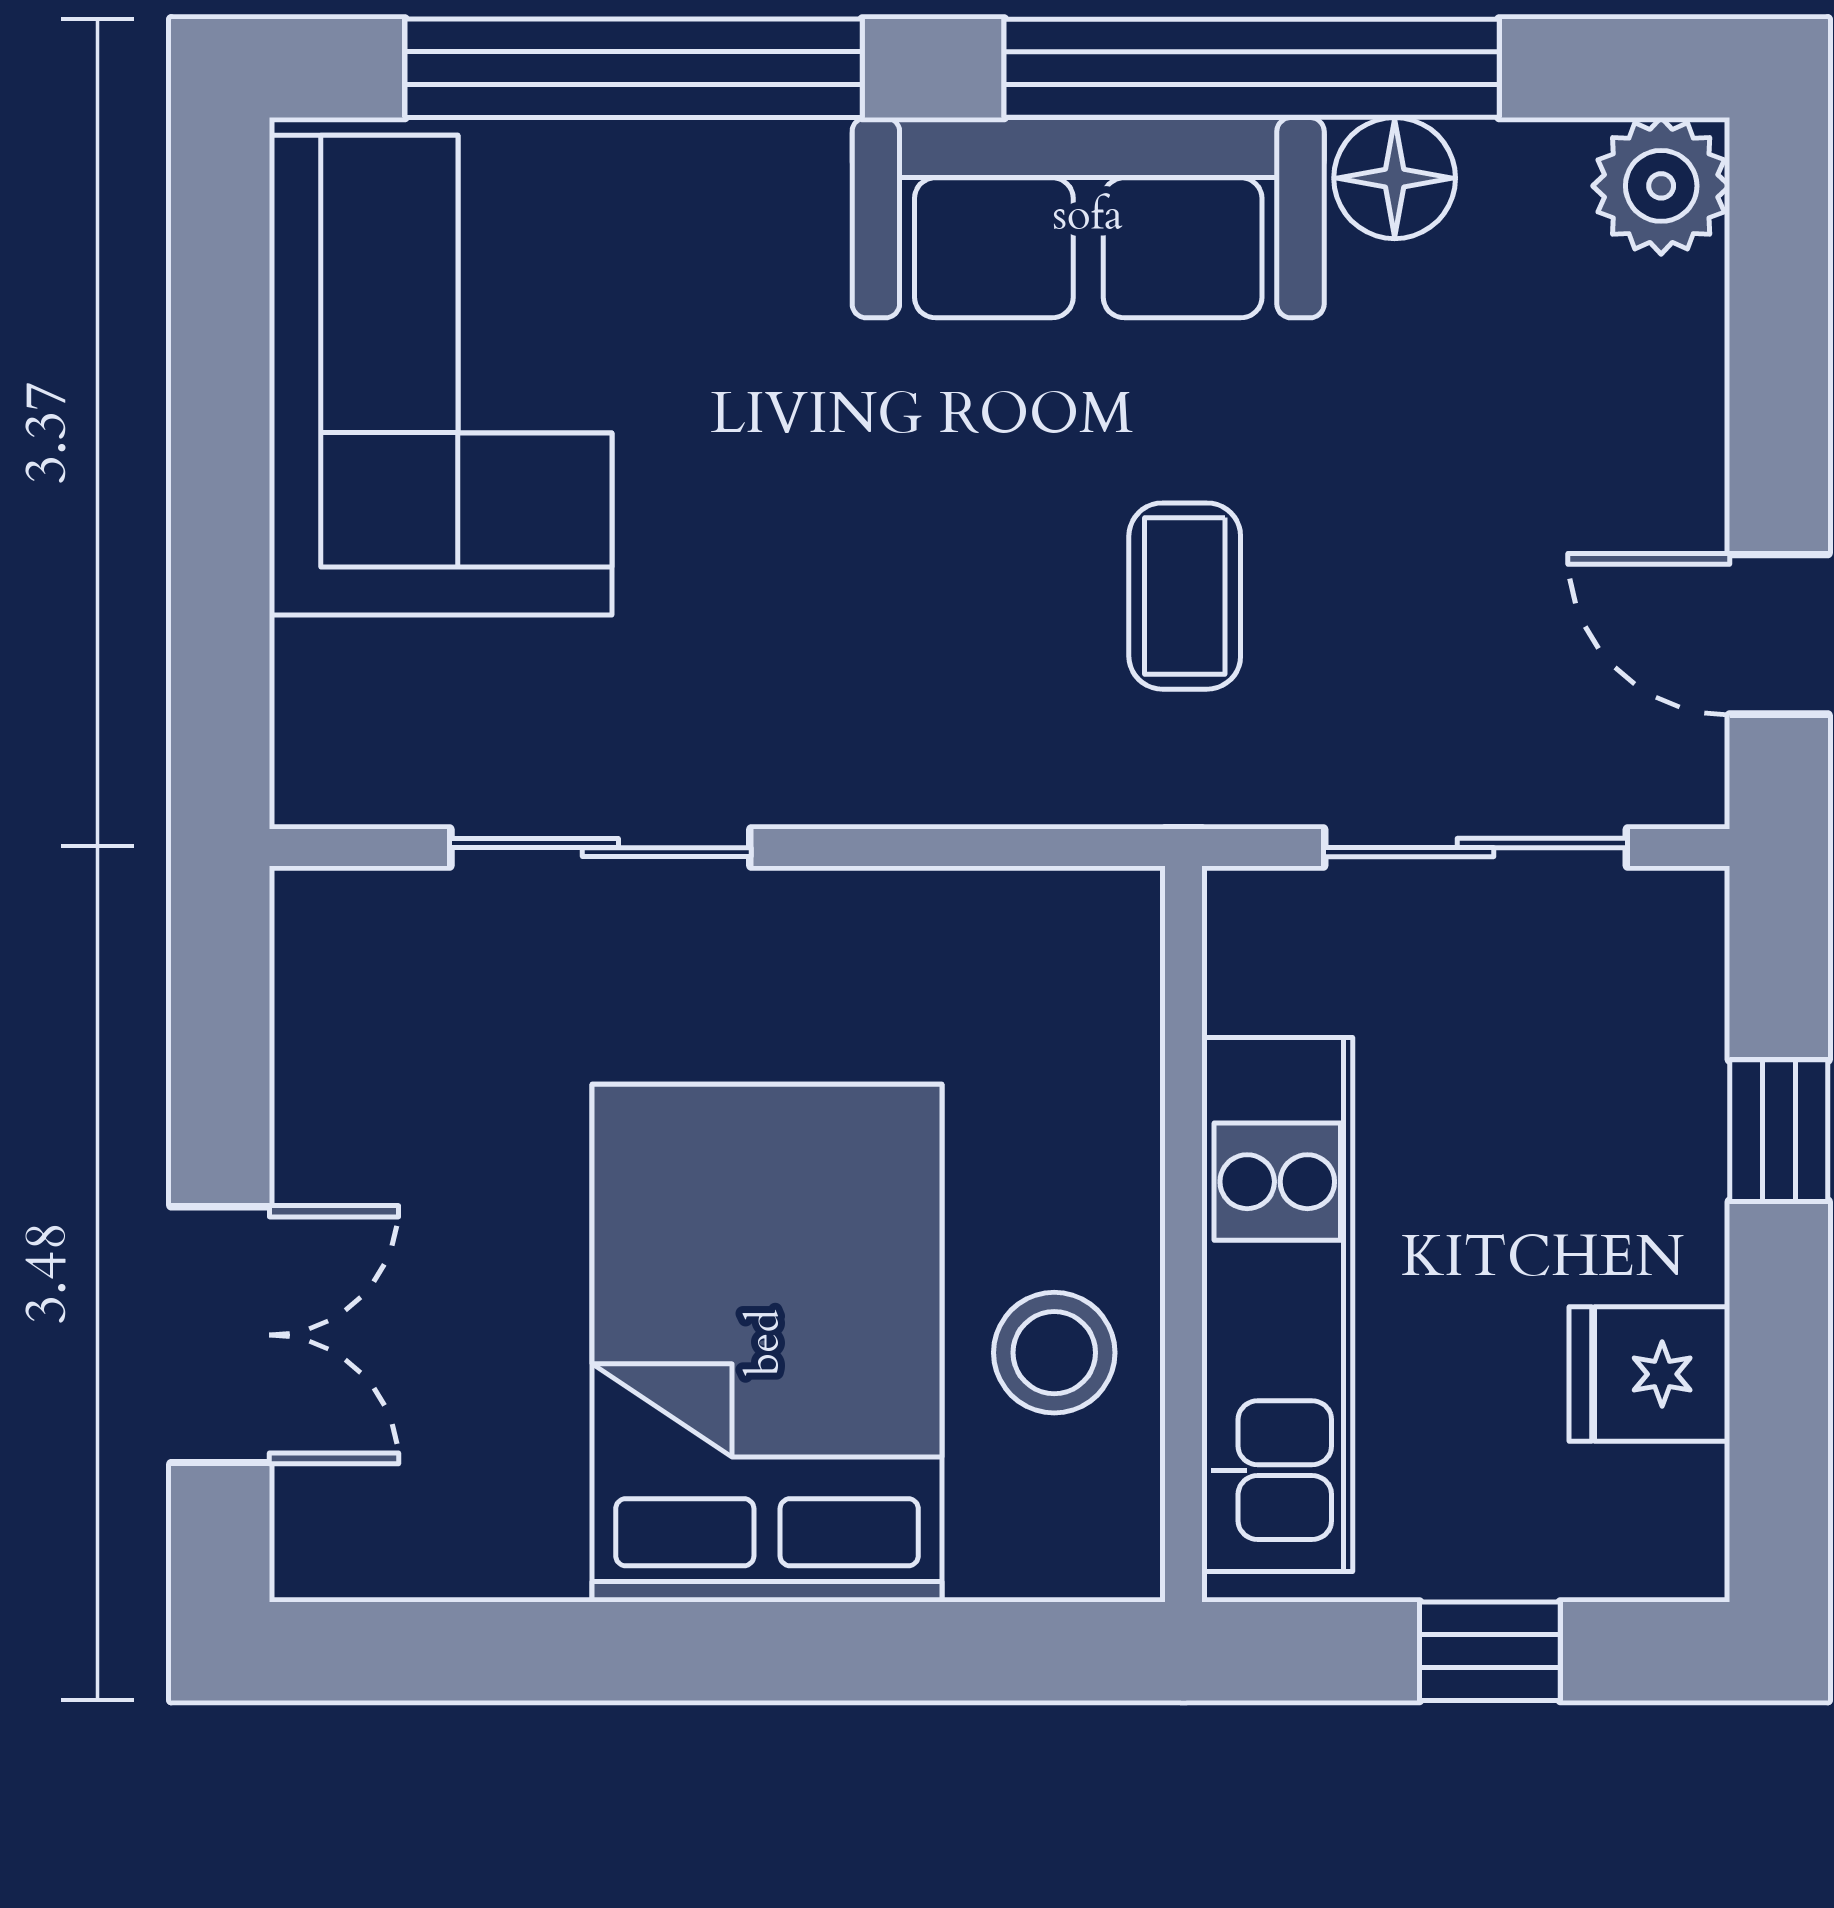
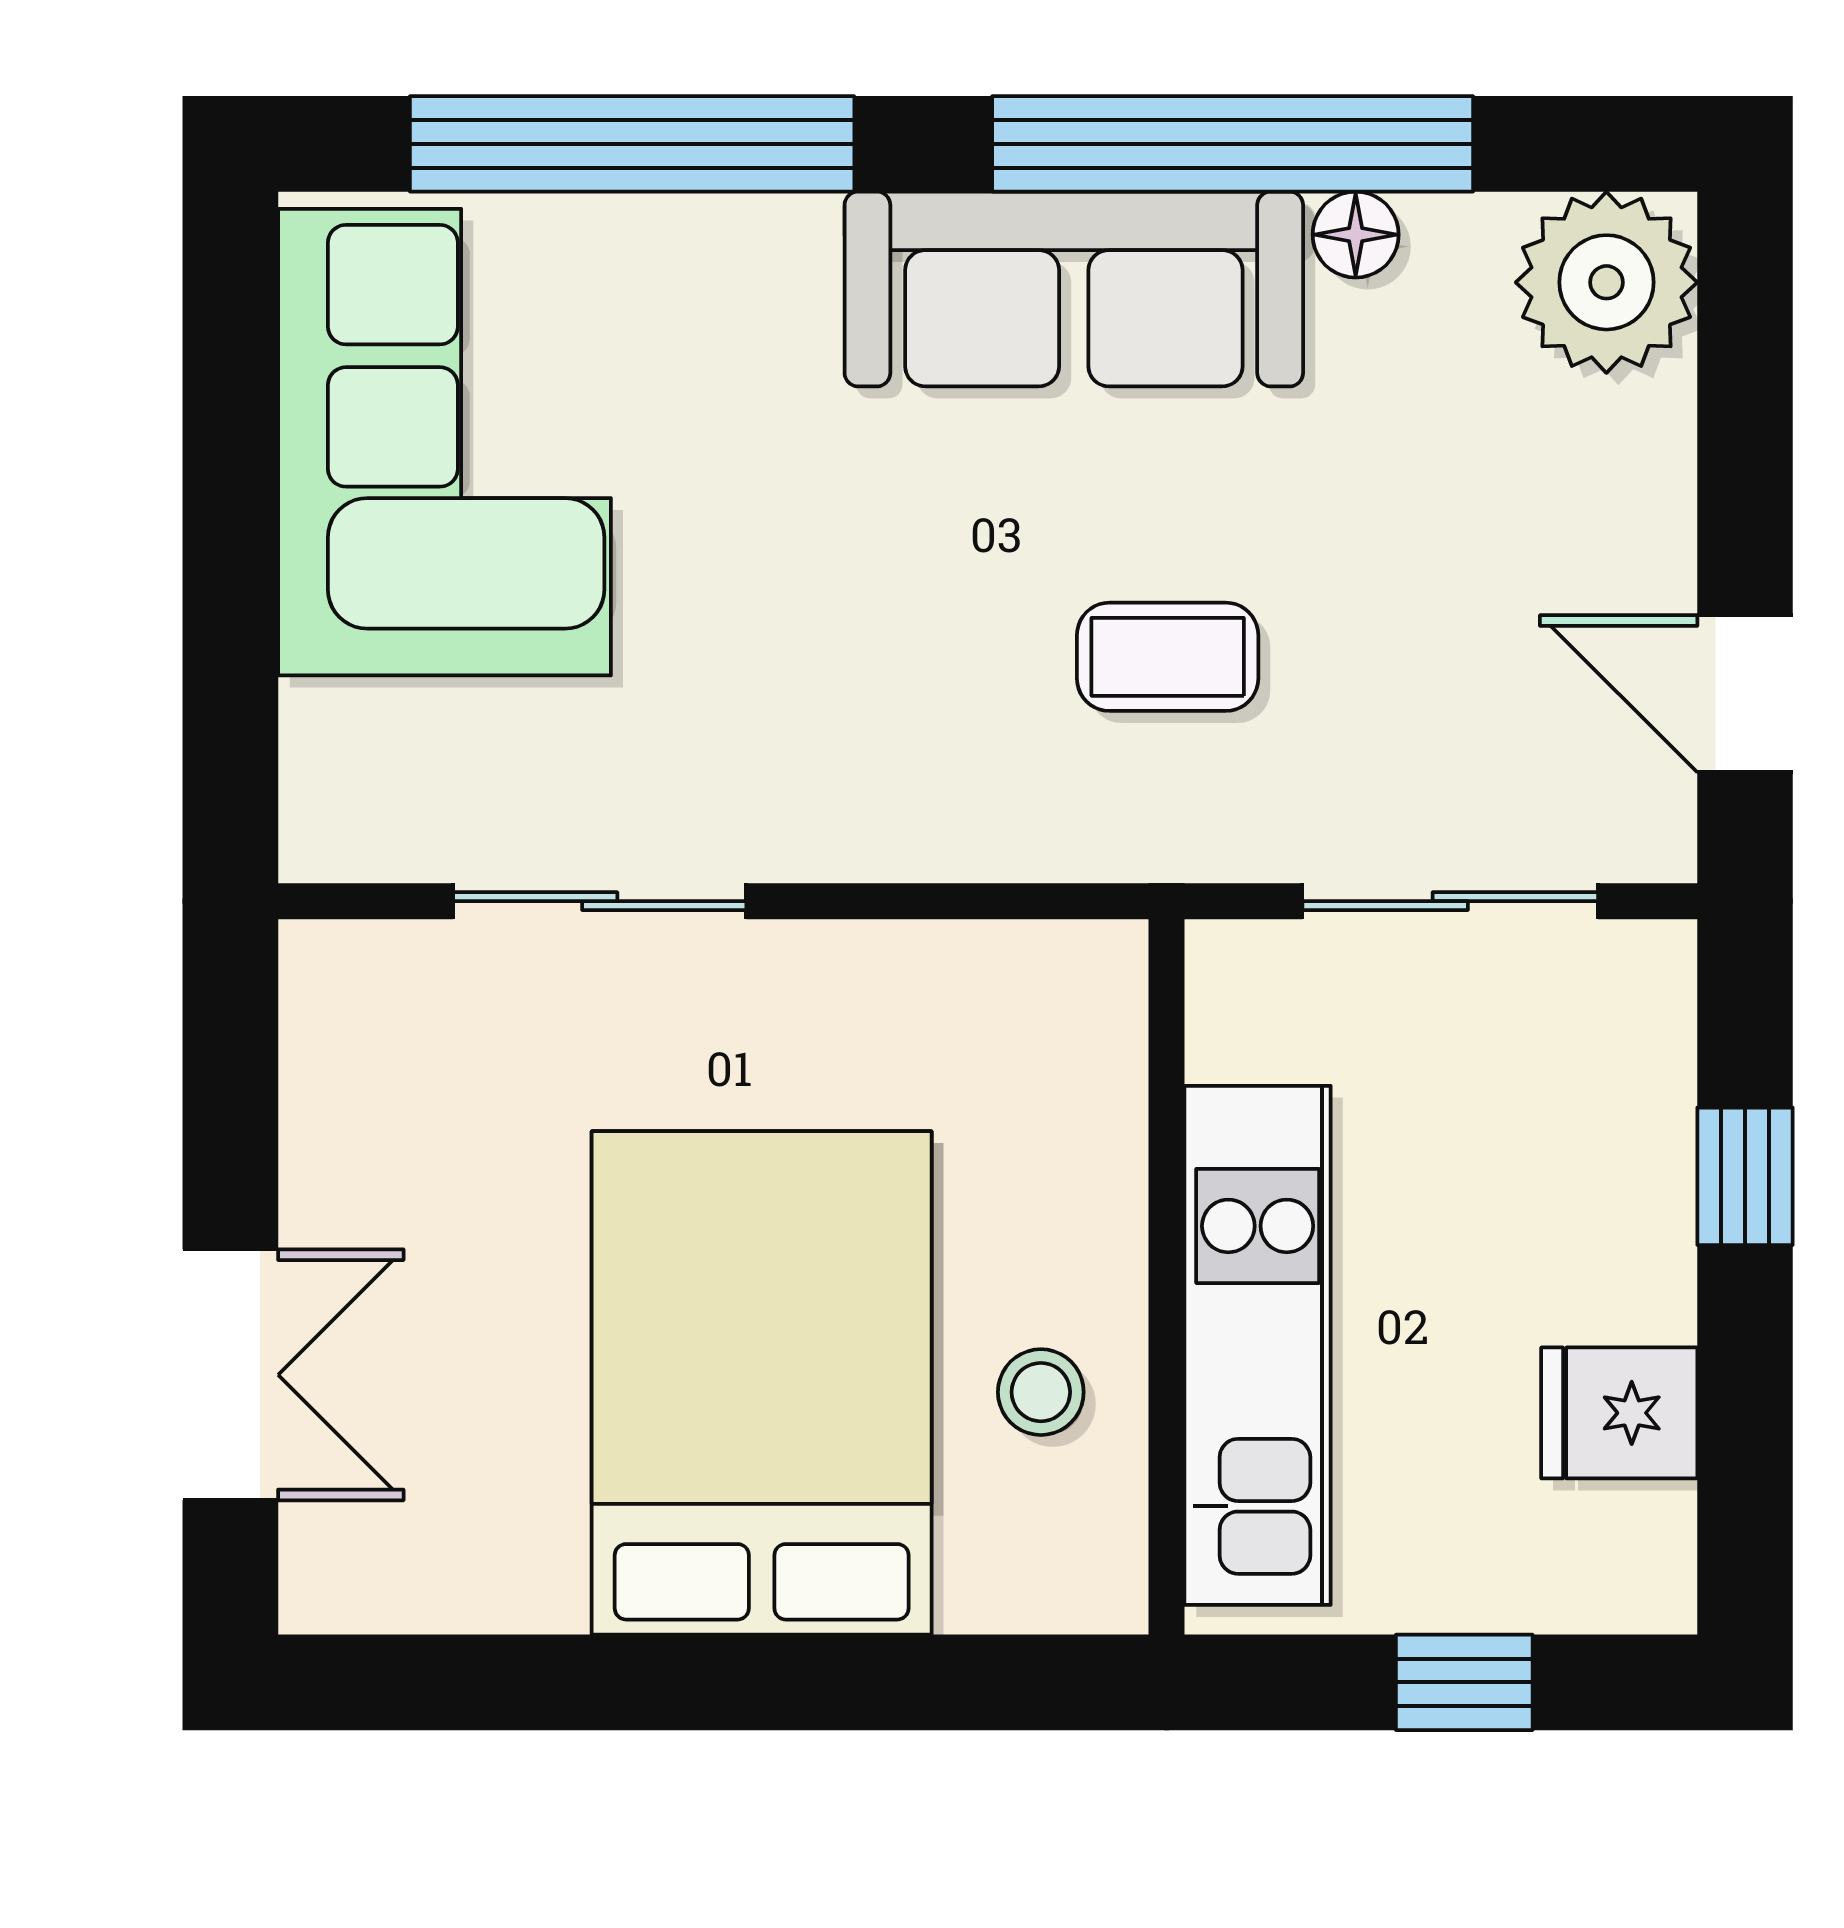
floor lamp: (1395, 178) -> (1356, 235), width x0.73, depth x0.73
plant: (1661, 186) -> (1606, 282), width x1.36, depth x1.36
coffee table: (1185, 596) -> (1168, 657), turned 90
stool: (1054, 1353) -> (1041, 1392), width x0.73, depth x0.73

